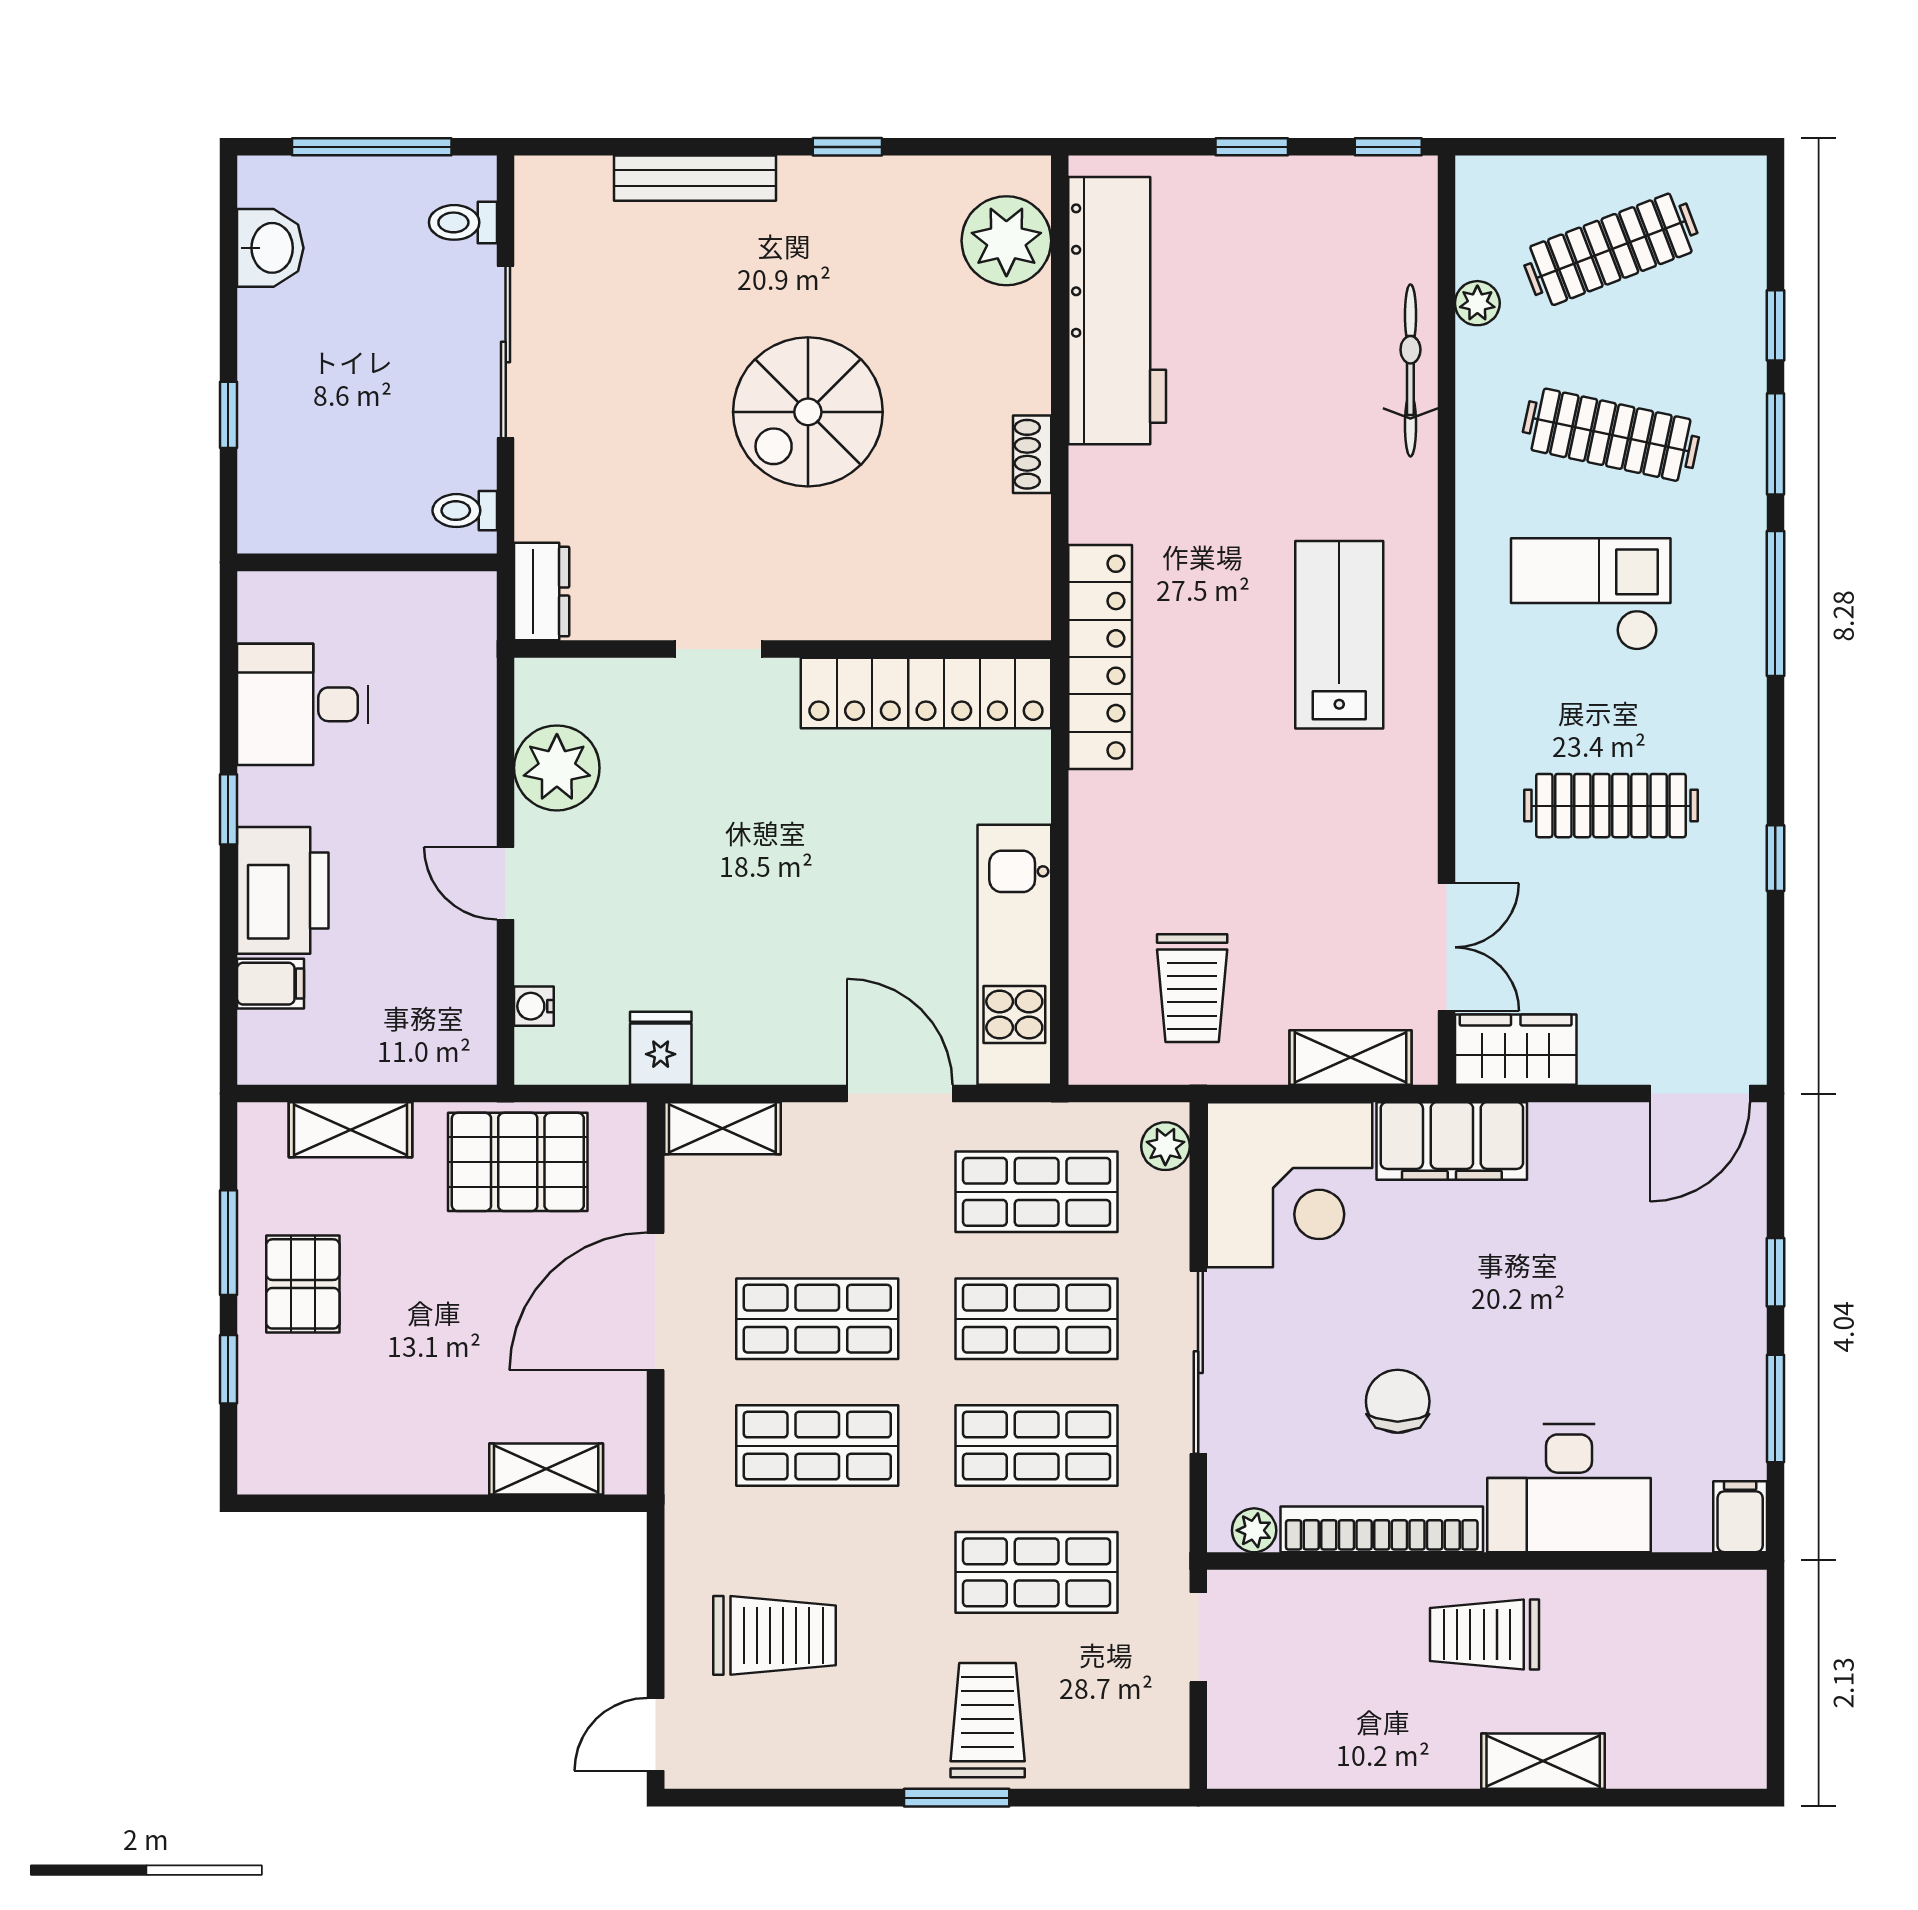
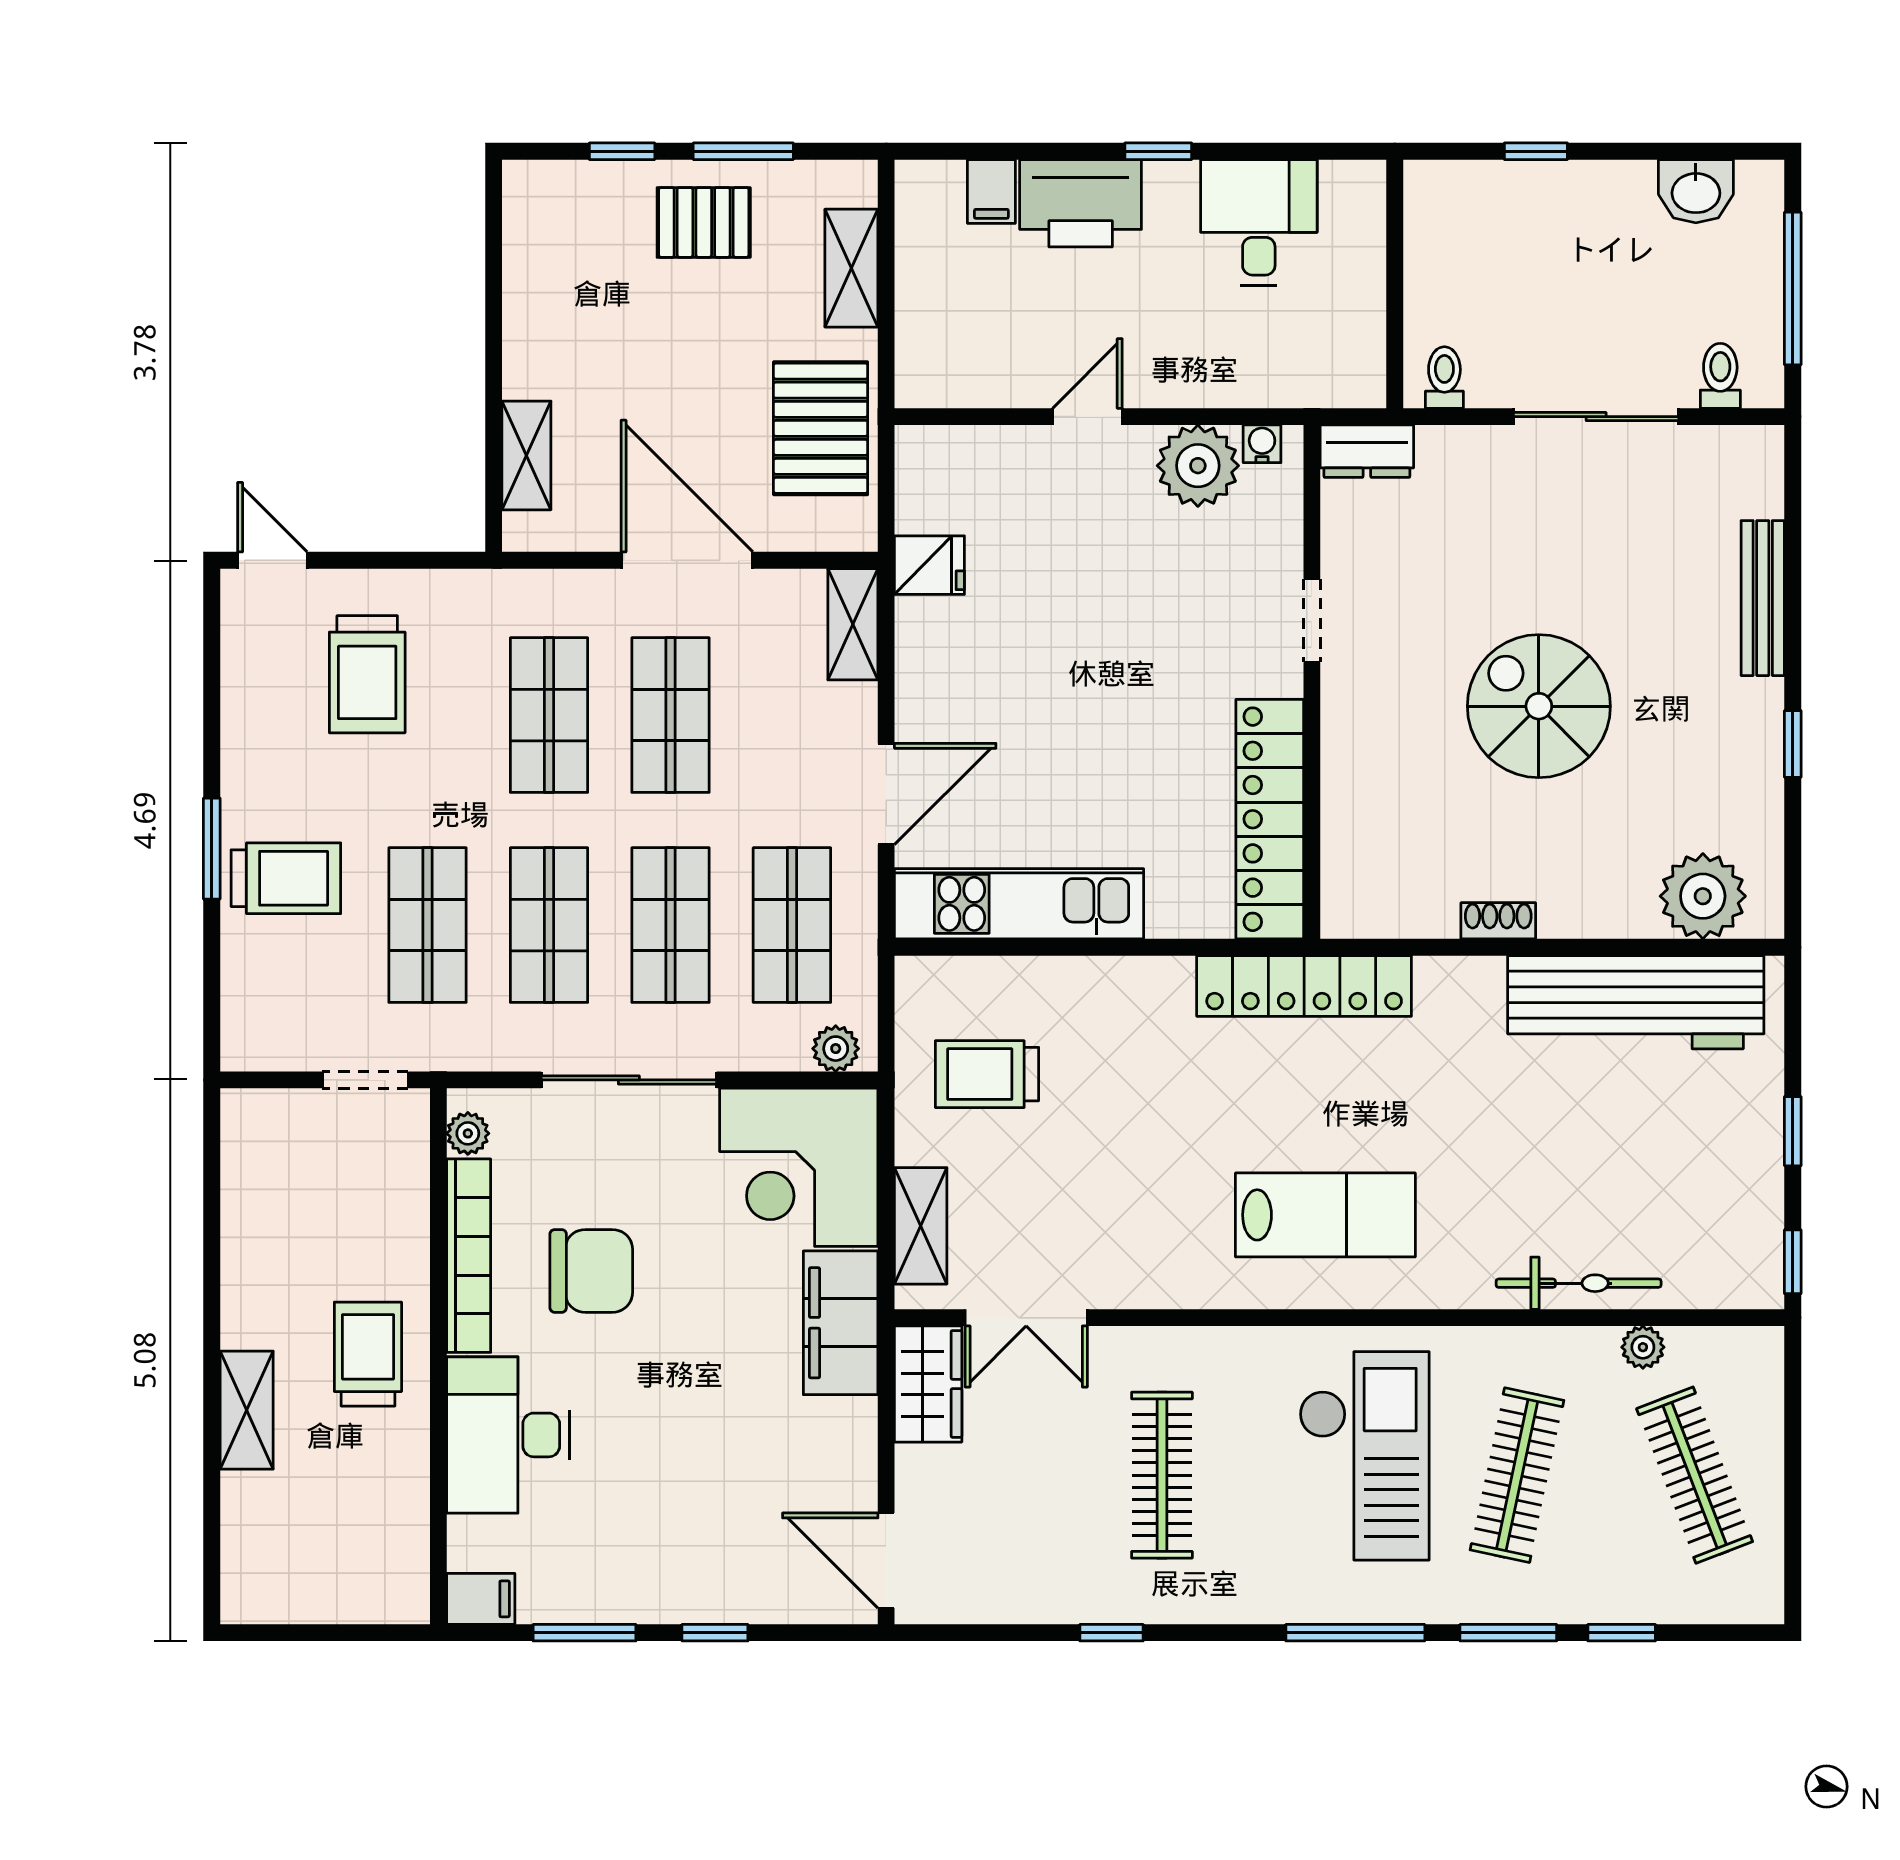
checkout: (1591, 594) -> (1364, 1456), width x1.36, depth x1.21
water cooler: (534, 1006) -> (1262, 444), moved
chair: (1398, 1401) -> (591, 1271), width x1.37, depth x1.37

